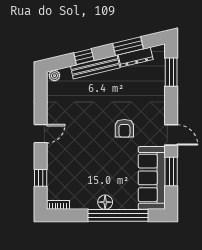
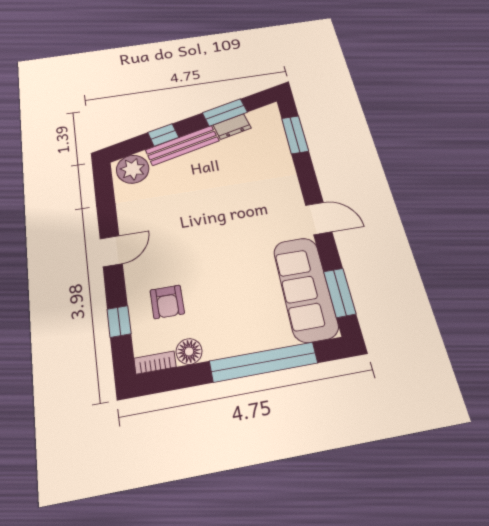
dresser: (136, 57) -> (232, 127), width x0.70
plant: (54, 76) -> (133, 169), width x1.88, depth x1.88
armchair: (124, 128) -> (167, 302), moved
window: (171, 171) -> (340, 293), moved
floor lamp: (105, 202) -> (189, 351), moved

